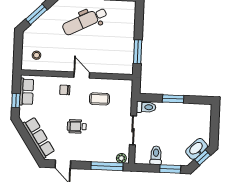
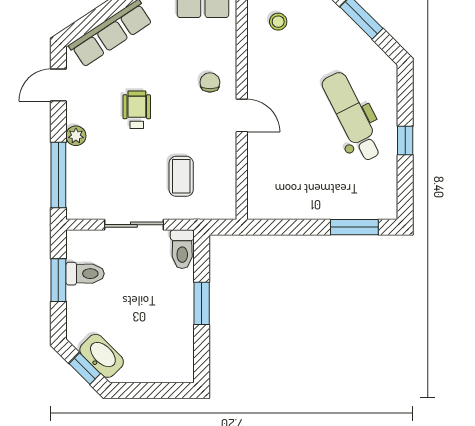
window: (138, 52) -> (354, 227), moved
door: (82, 75) -> (242, 115), hinge flipped
coffee table: (100, 99) -> (181, 176), moved
plant: (121, 158) -> (76, 136), moved
window: (170, 169) -> (58, 280), moved

